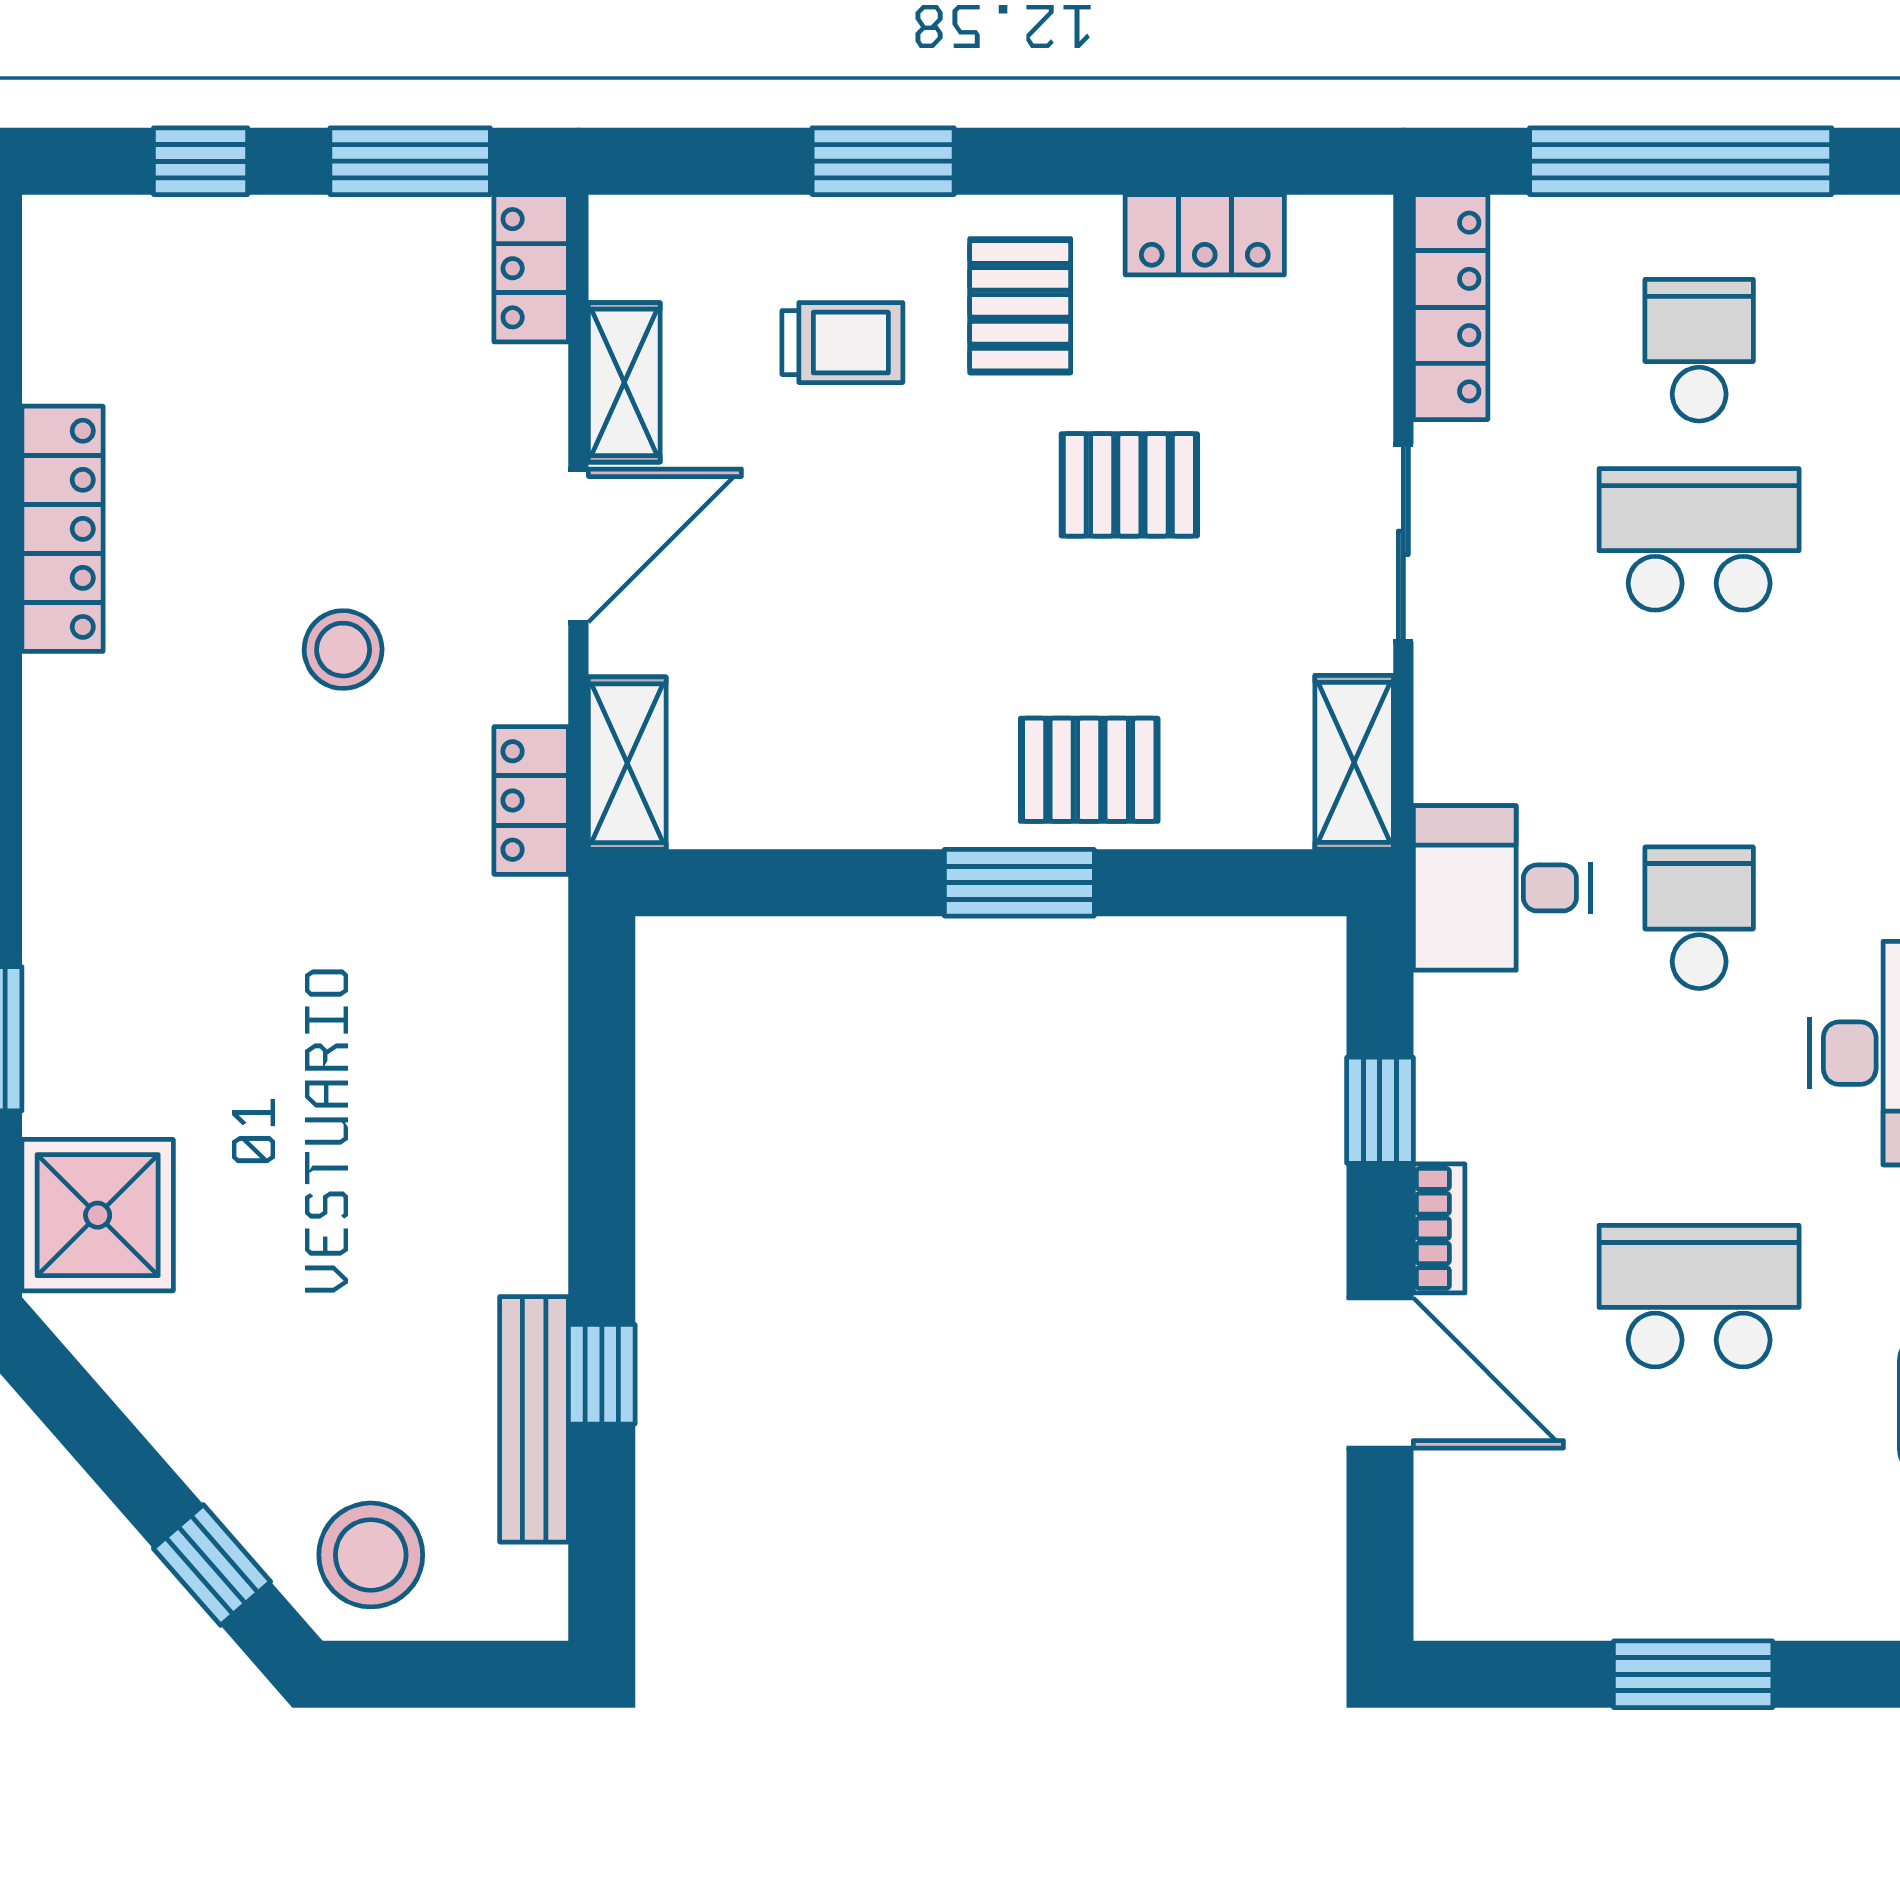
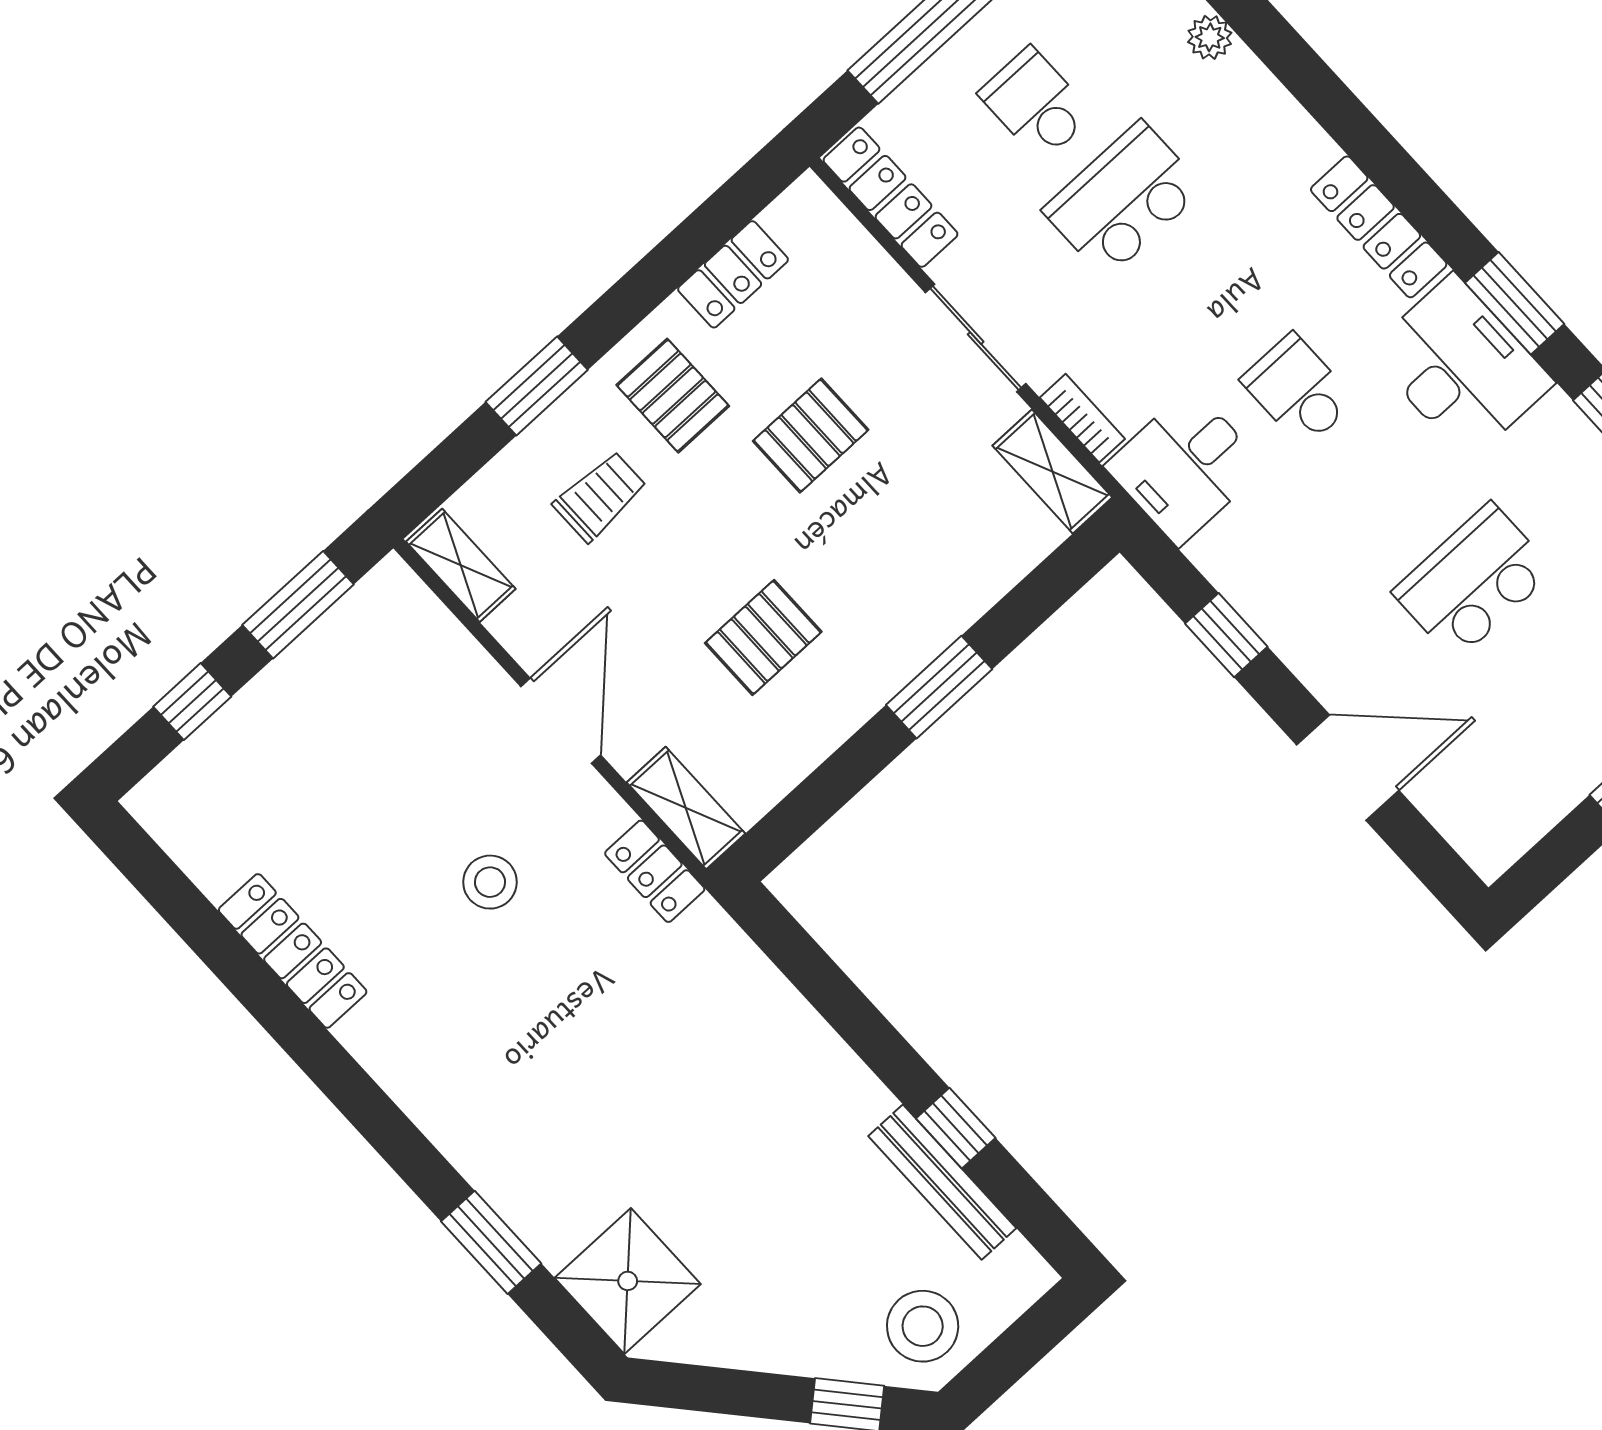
locker: (531, 268) -> (409, 603), removed
shelving: (624, 382) -> (461, 565), moved
pallet: (1089, 770) -> (763, 637), moved
bookcase: (1439, 1228) -> (1082, 418), moved

